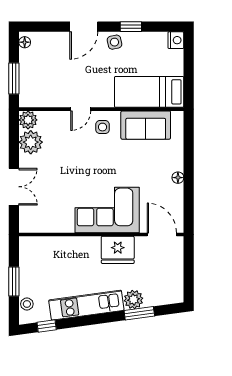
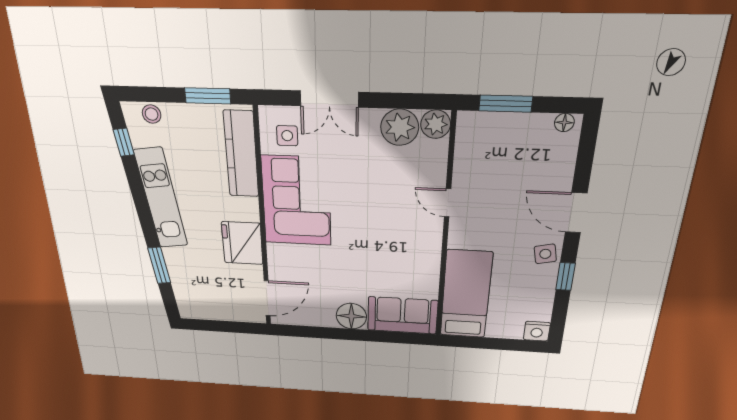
sofa: (146, 125) -> (402, 315), moved, turned 90
side table: (103, 127) -> (287, 136), moved
floor lamp: (178, 178) -> (351, 316), width x1.89, depth x1.89
corner sofa: (107, 210) -> (297, 201), moved
kitchen counter: (52, 246) -> (241, 154), added
window: (14, 281) -> (208, 96), moved
plant: (134, 299) -> (177, 259), removed

